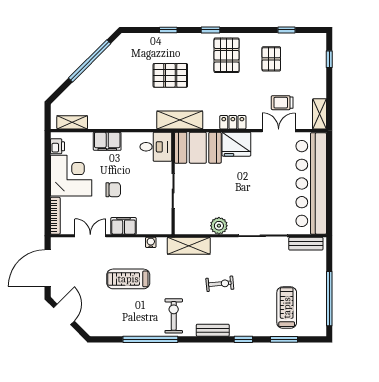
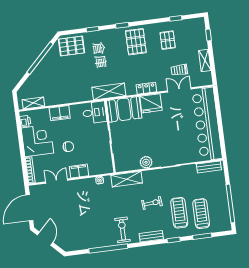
pallet: (170, 75) -> (71, 46), moved
shelving: (320, 114) -> (205, 61), moved
treadmill: (128, 279) -> (179, 213), moved, turned 90

